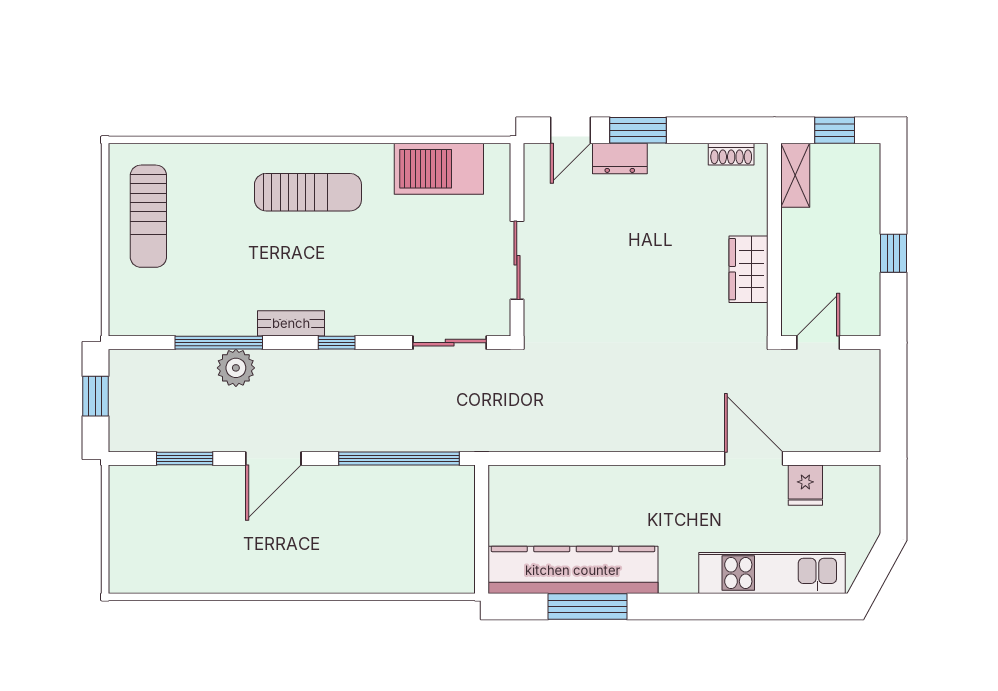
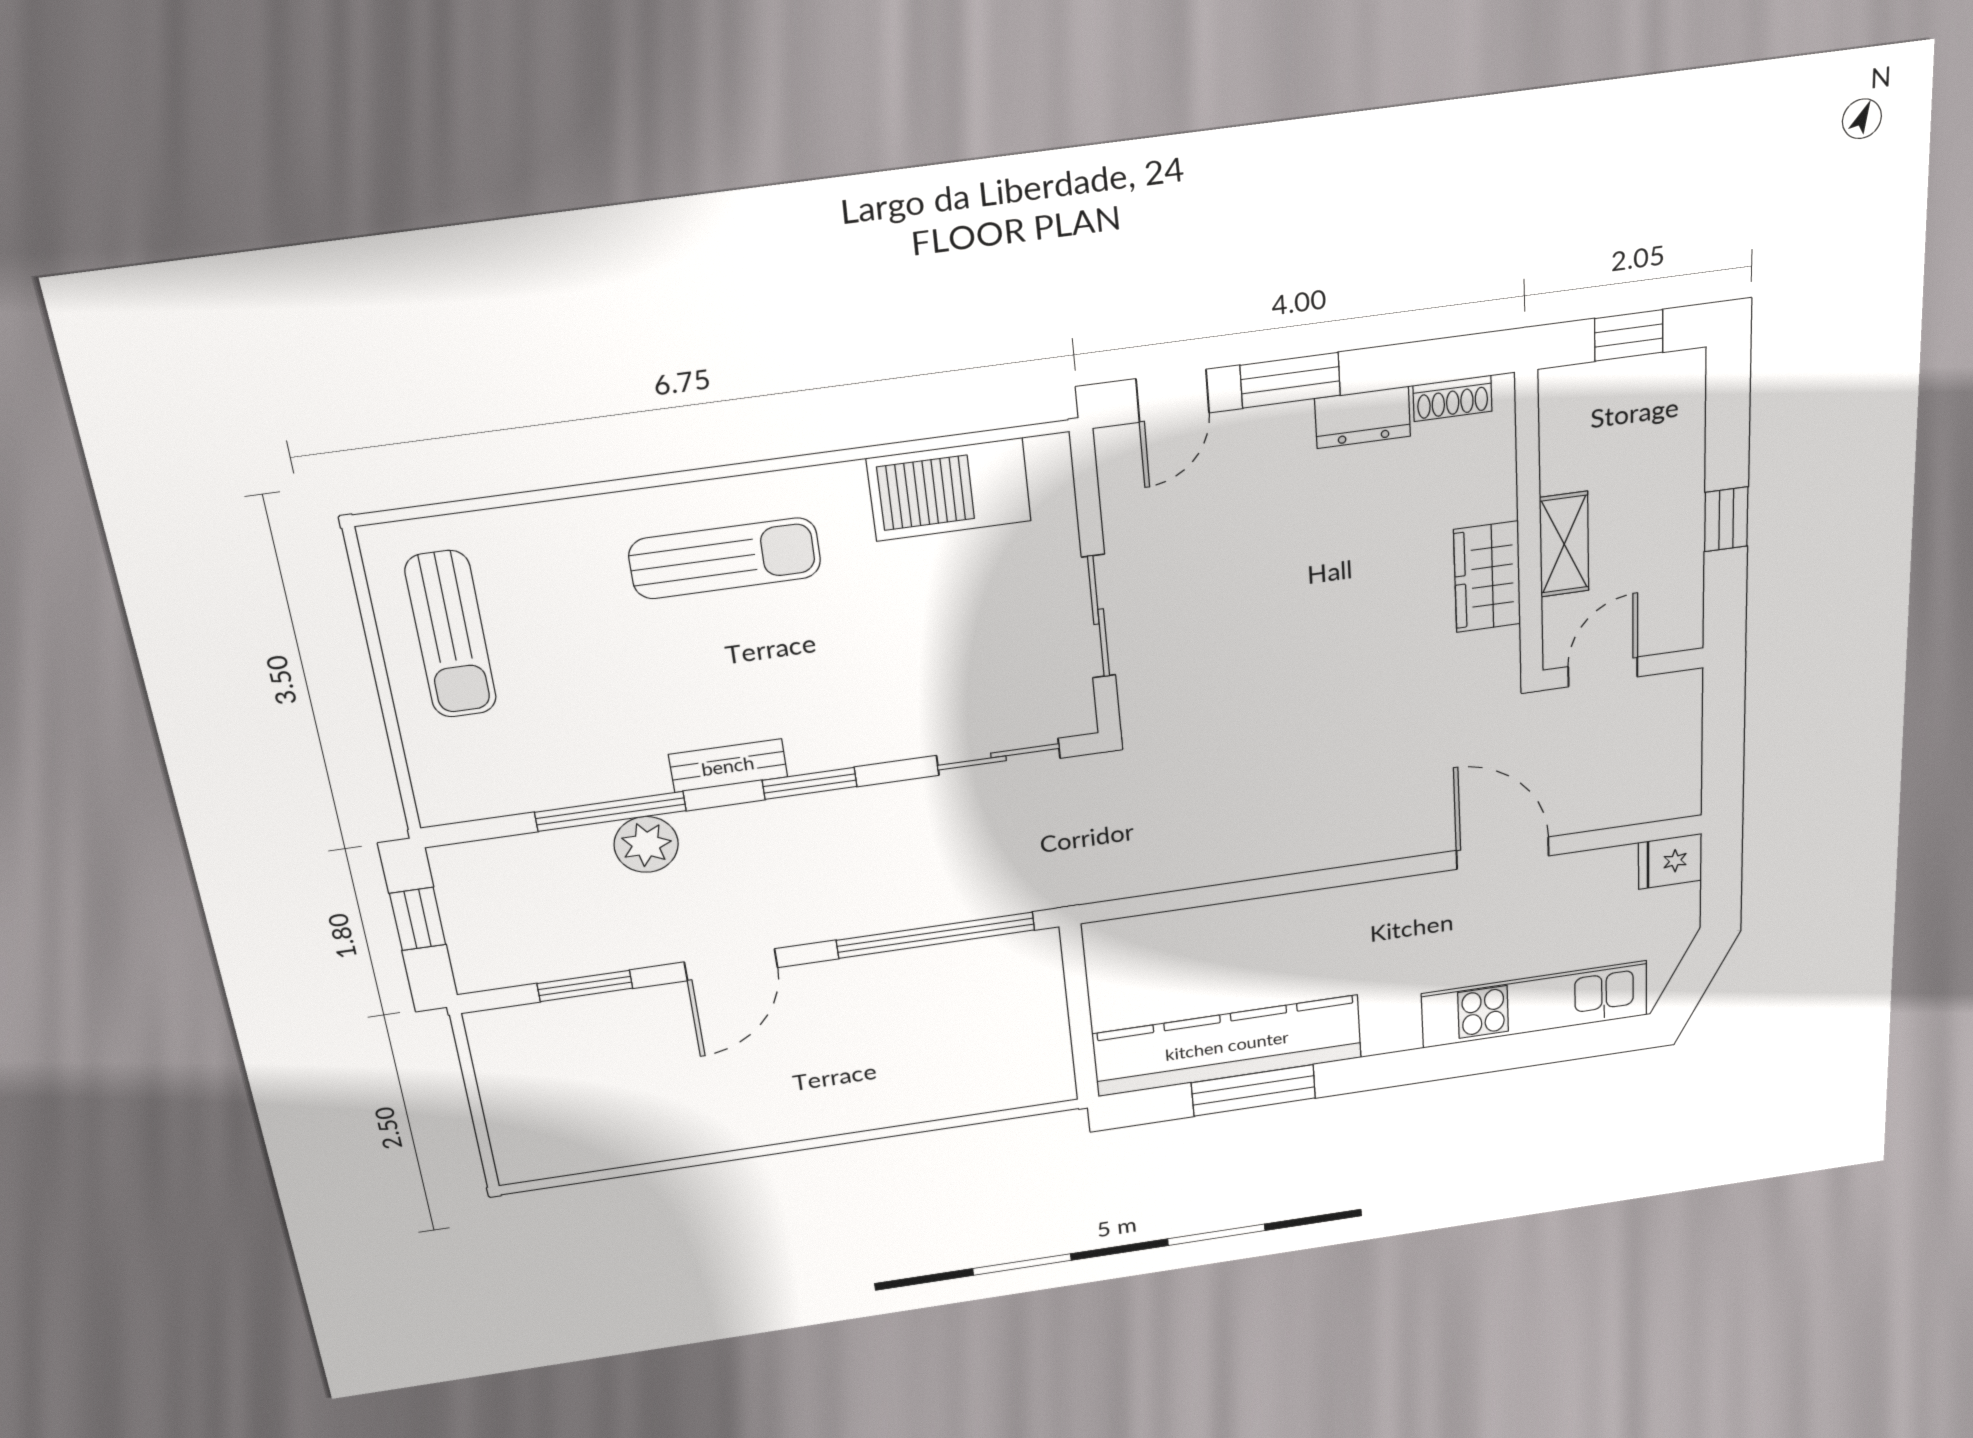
dresser: (620, 158) -> (1363, 417), moved
shelving: (795, 175) -> (1564, 544), moved
window: (337, 343) -> (810, 783), width x1.50
fridge: (805, 485) -> (1670, 861), moved, turned 90

